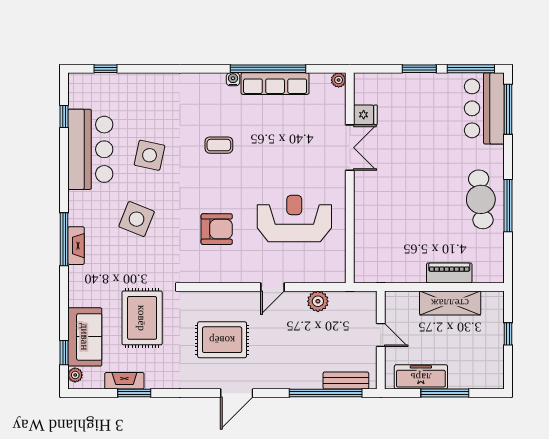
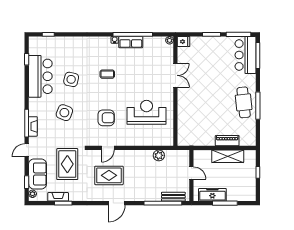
row of seats: (275, 84) -> (131, 42), width x0.68
fridge: (365, 115) -> (184, 42), moved
door: (272, 287) -> (108, 148), moved
door: (64, 291) -> (27, 150), added

